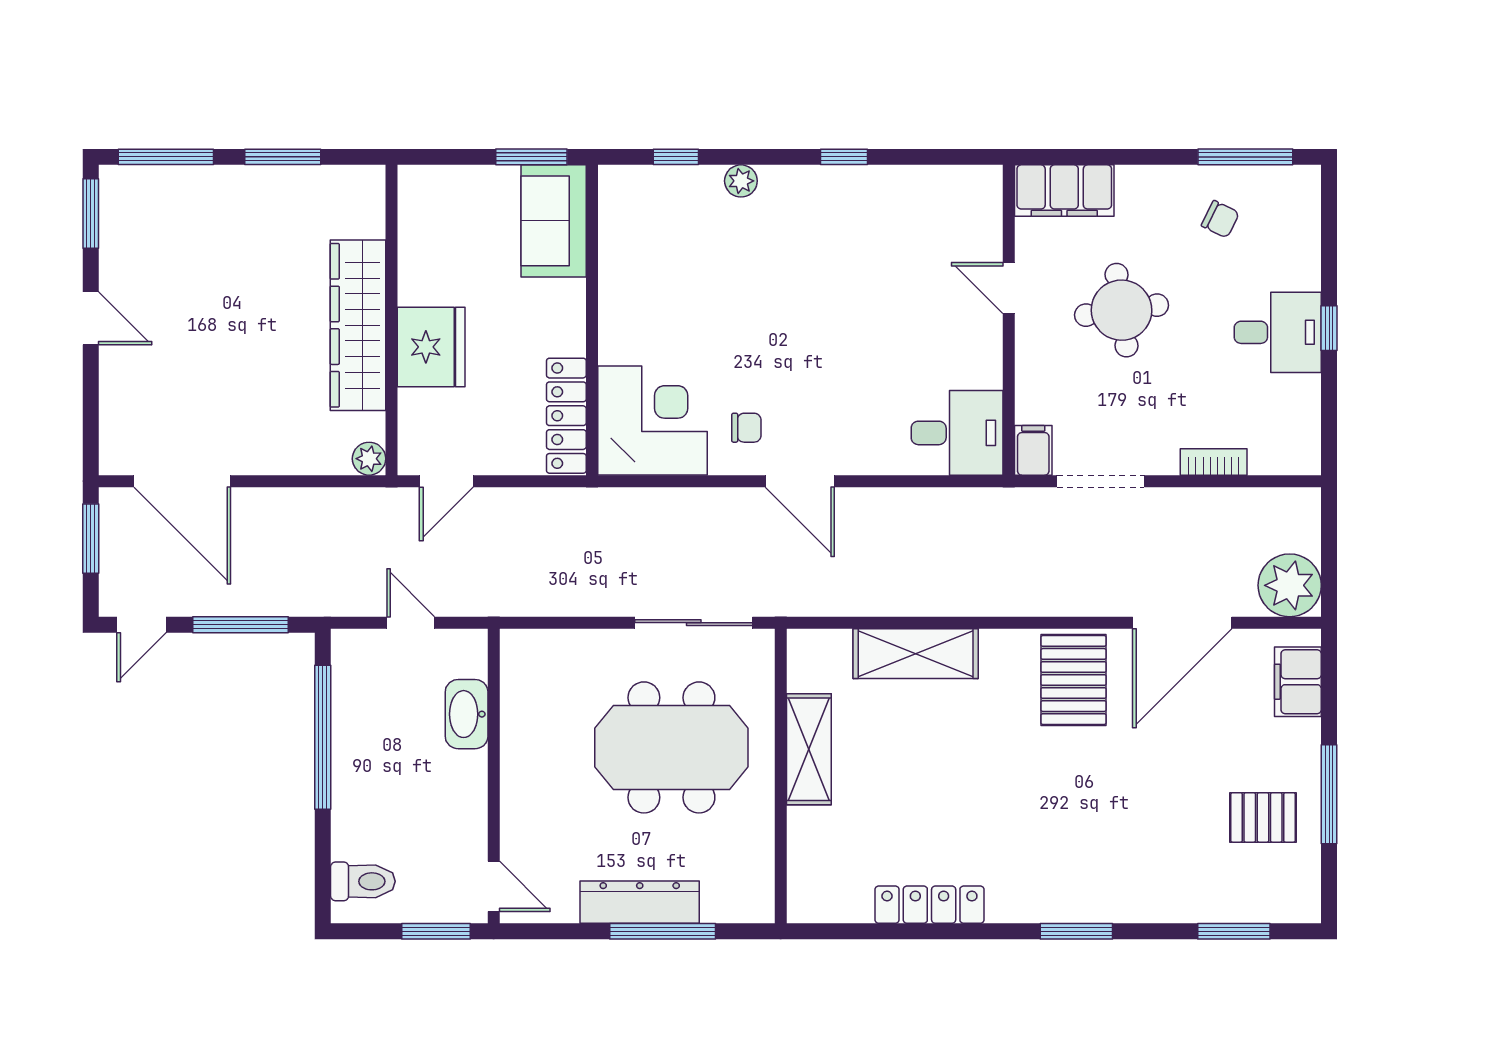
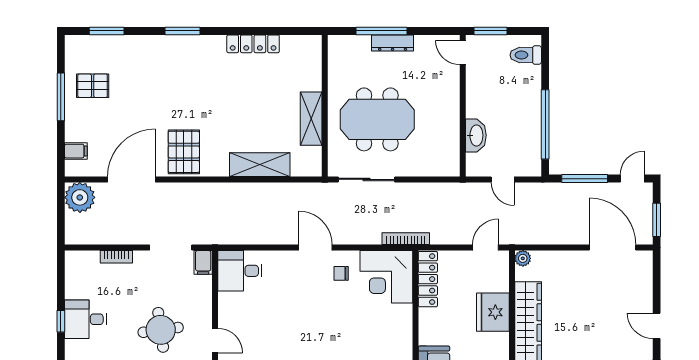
bookcase: (612, 500) -> (406, 239), added
filing cabinet: (1298, 682) -> (76, 151), width x0.50
dresser: (640, 902) -> (393, 43), width x0.73, depth x0.80

